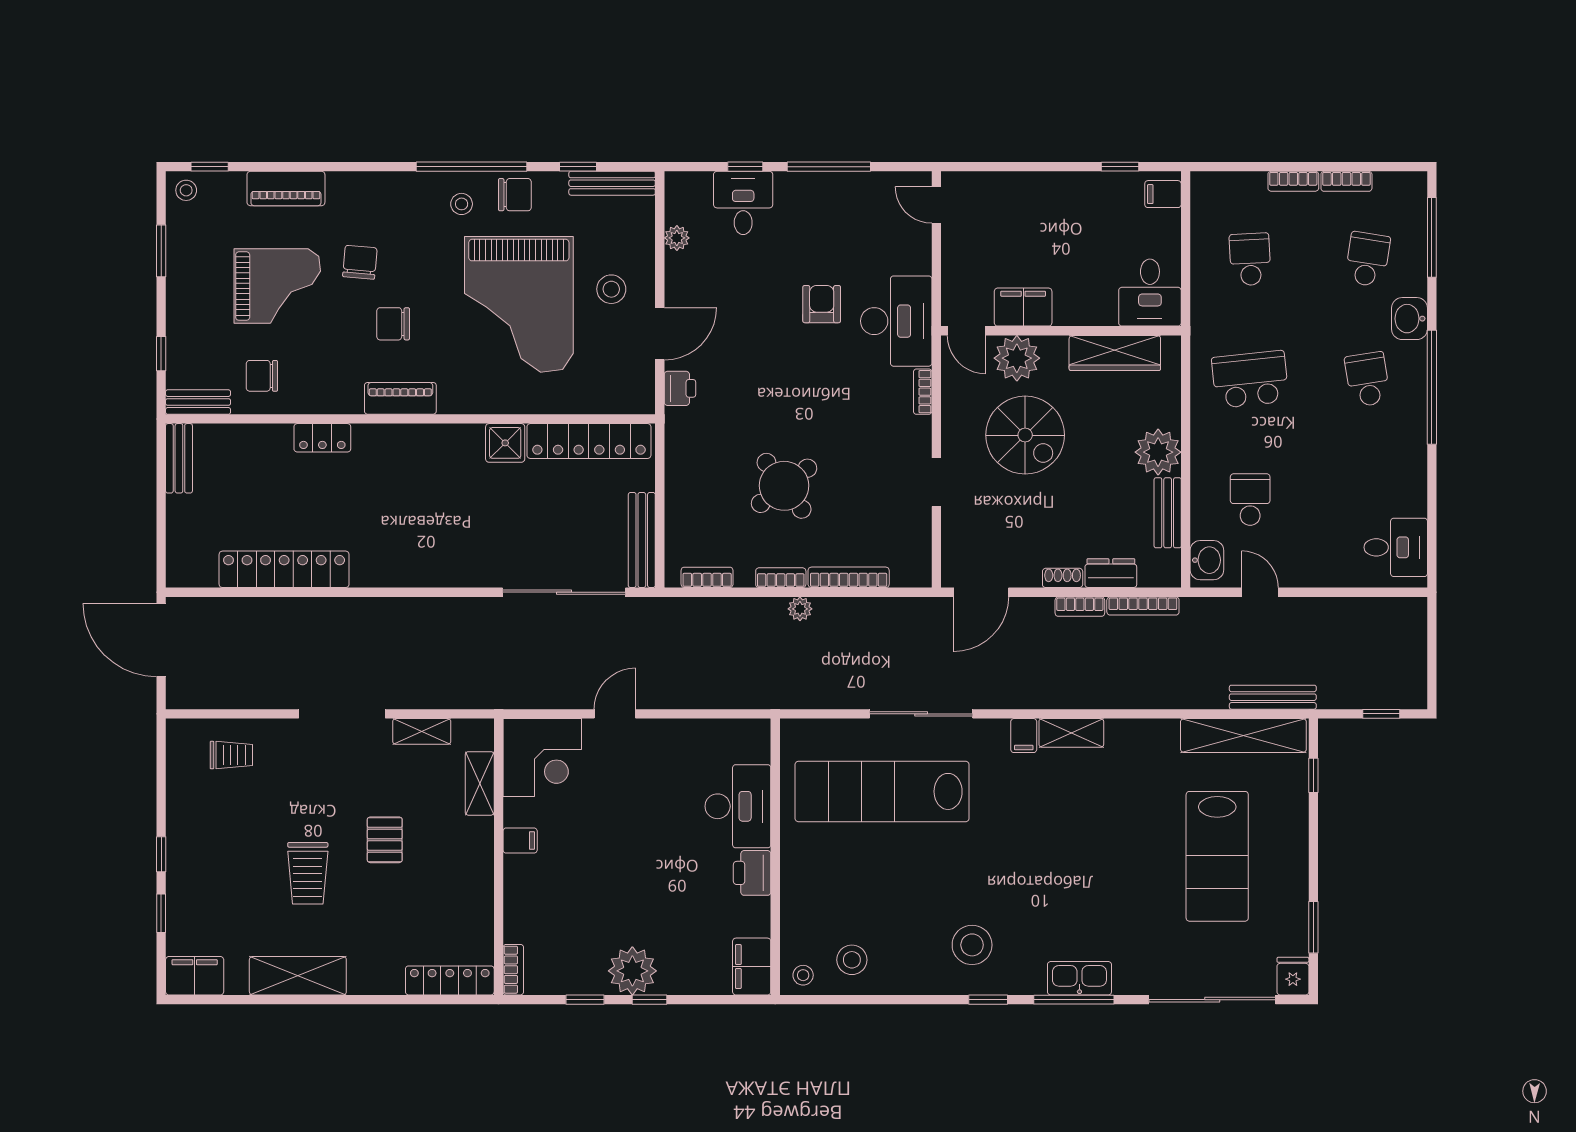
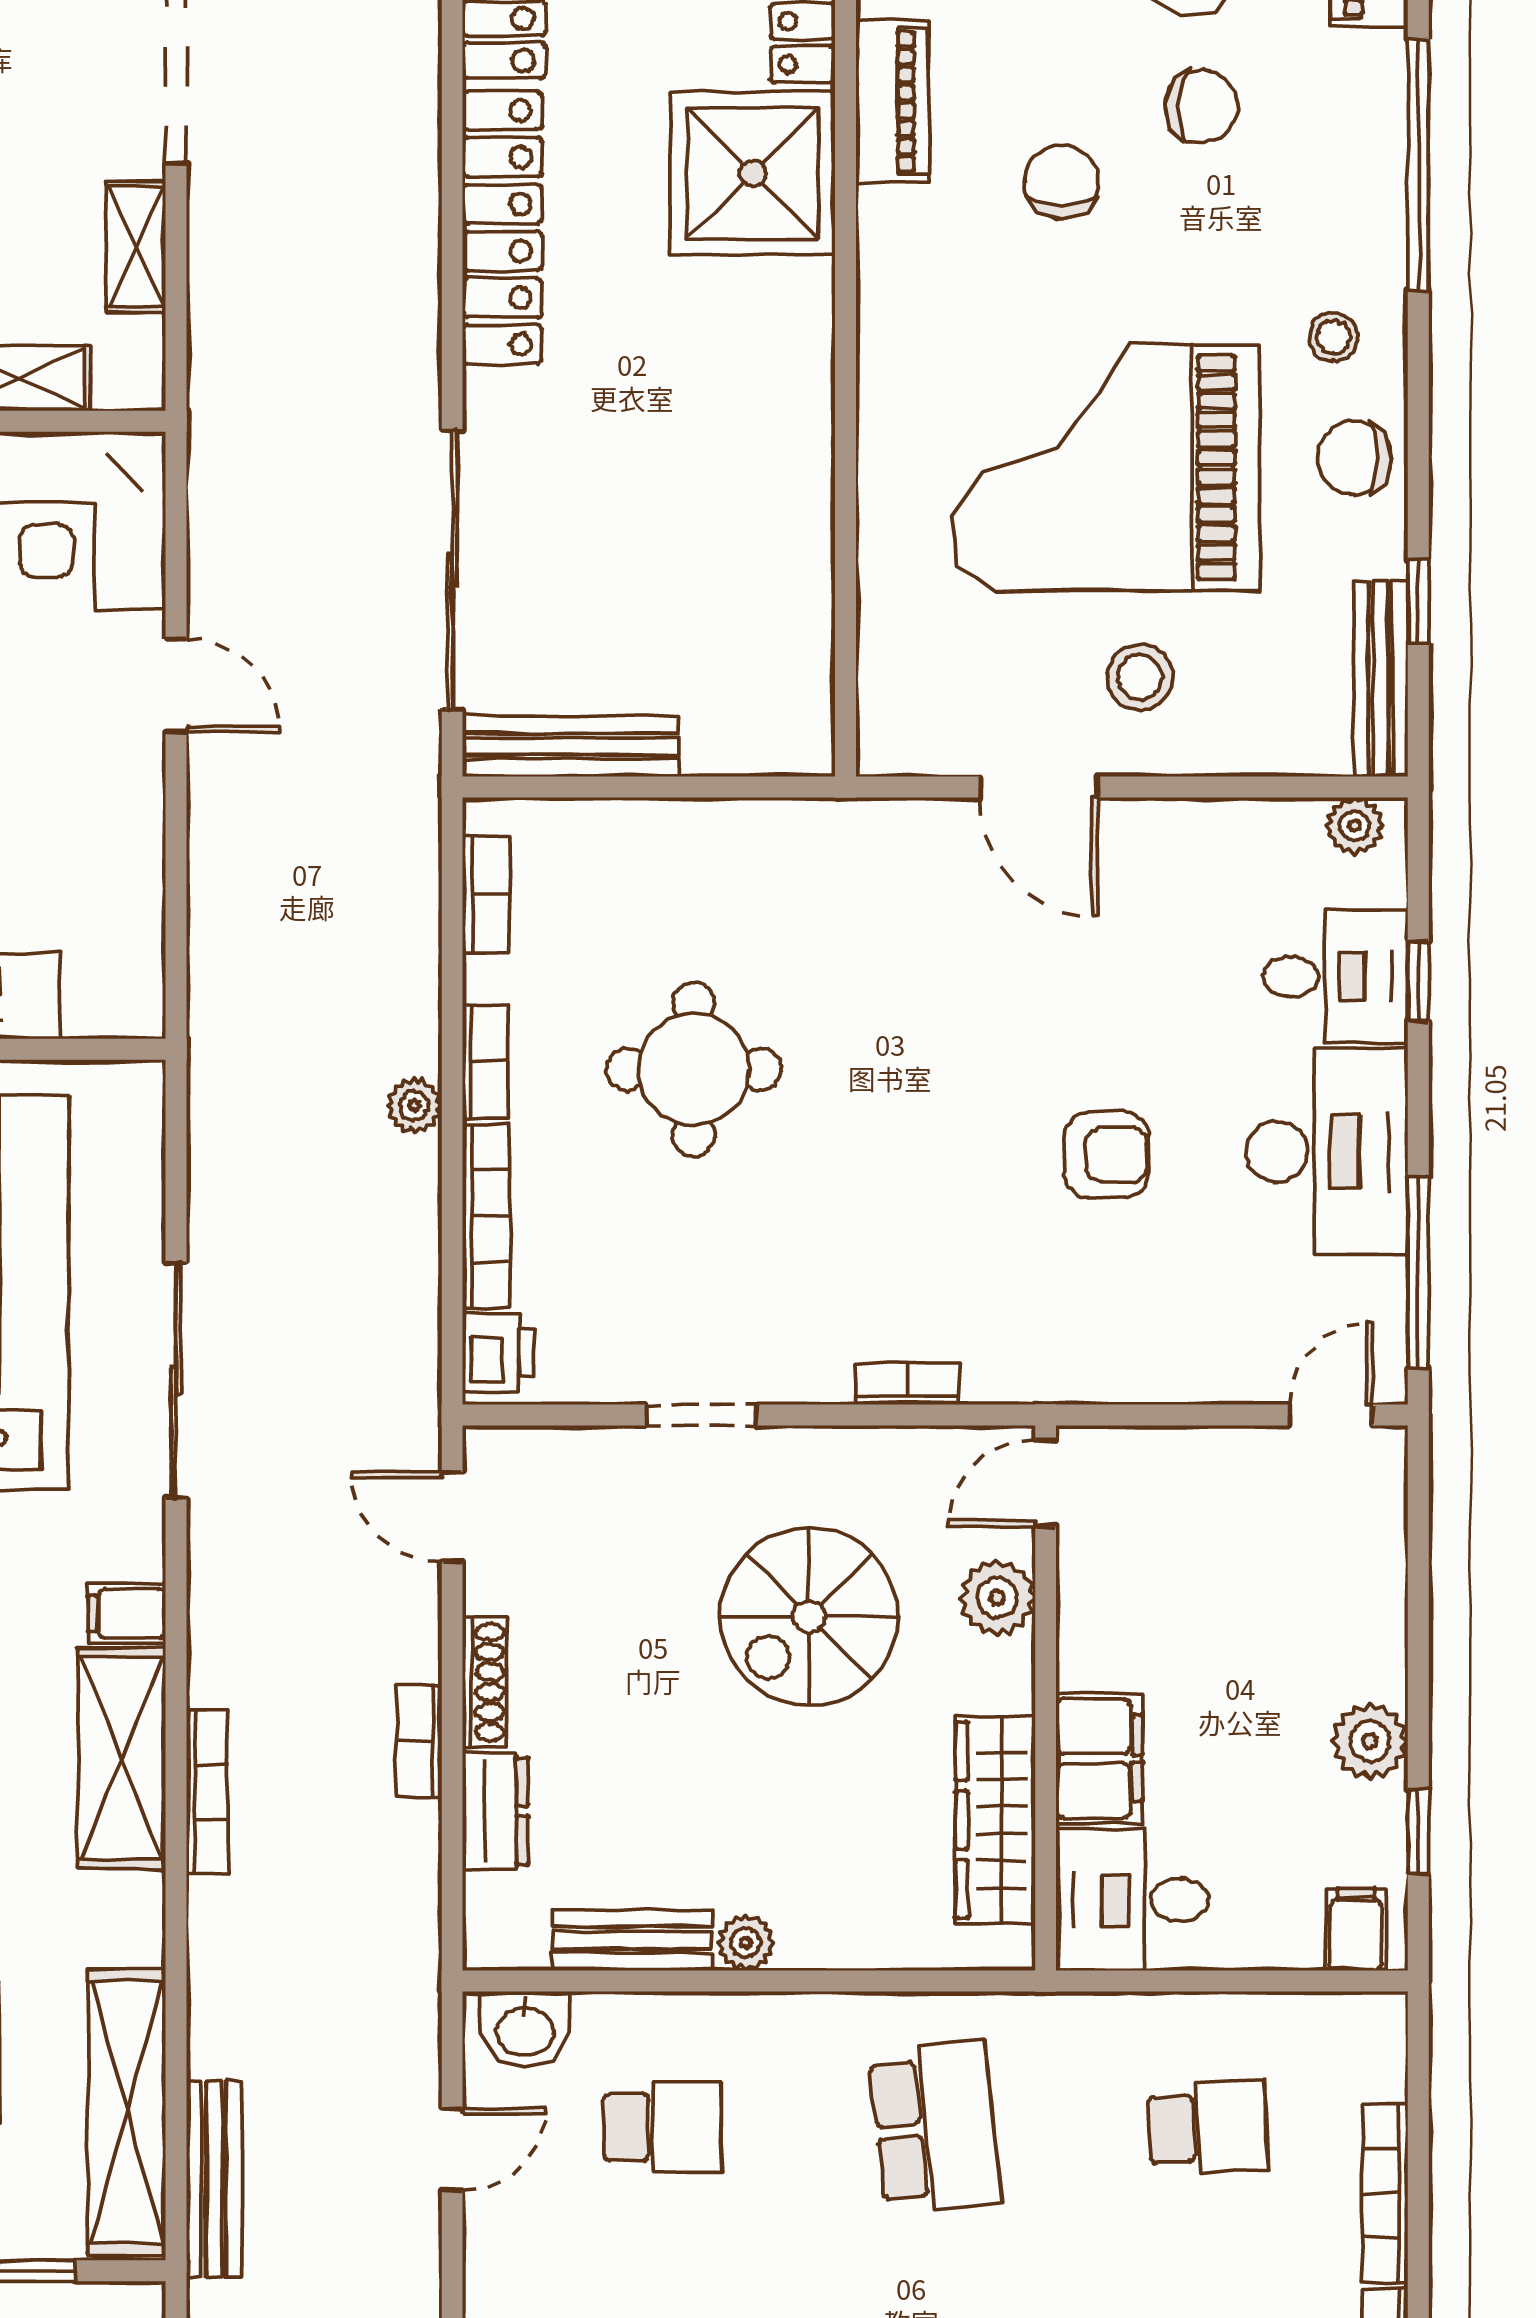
window: (472, 167) -> (1418, 165), moved
window: (829, 167) -> (1418, 1273), moved
bookcase: (1293, 181) -> (1385, 2193), width x1.56
plant: (1080, 188) -> (1370, 1741), added
chair: (515, 195) -> (1355, 458), turned 90
plant: (677, 238) -> (1355, 826), moved
filing cabinet: (1023, 307) -> (1099, 1759), moved
desk: (896, 321) -> (1327, 1152), moved, turned -90
plant: (1017, 358) -> (997, 1598), width x0.73, depth x0.73
printer: (680, 388) -> (498, 1352), moved, turned -90
piano: (400, 398) -> (892, 102), moved
locker: (589, 441) -> (502, 227), moved, turned 180
shower: (505, 443) -> (753, 173), moved, width x1.86, depth x1.86
plant: (1158, 452) -> (746, 1943), width x0.53, depth x0.53
round table: (784, 486) -> (694, 1069), turned 37
shoe rack: (1063, 578) -> (485, 1682), width x1.43
door: (981, 592) -> (452, 1517), width x0.73
bookcase: (1143, 606) -> (207, 1792), moved, turned 180
shelving: (1071, 733) -> (122, 1758), width x1.50, depth x1.33

